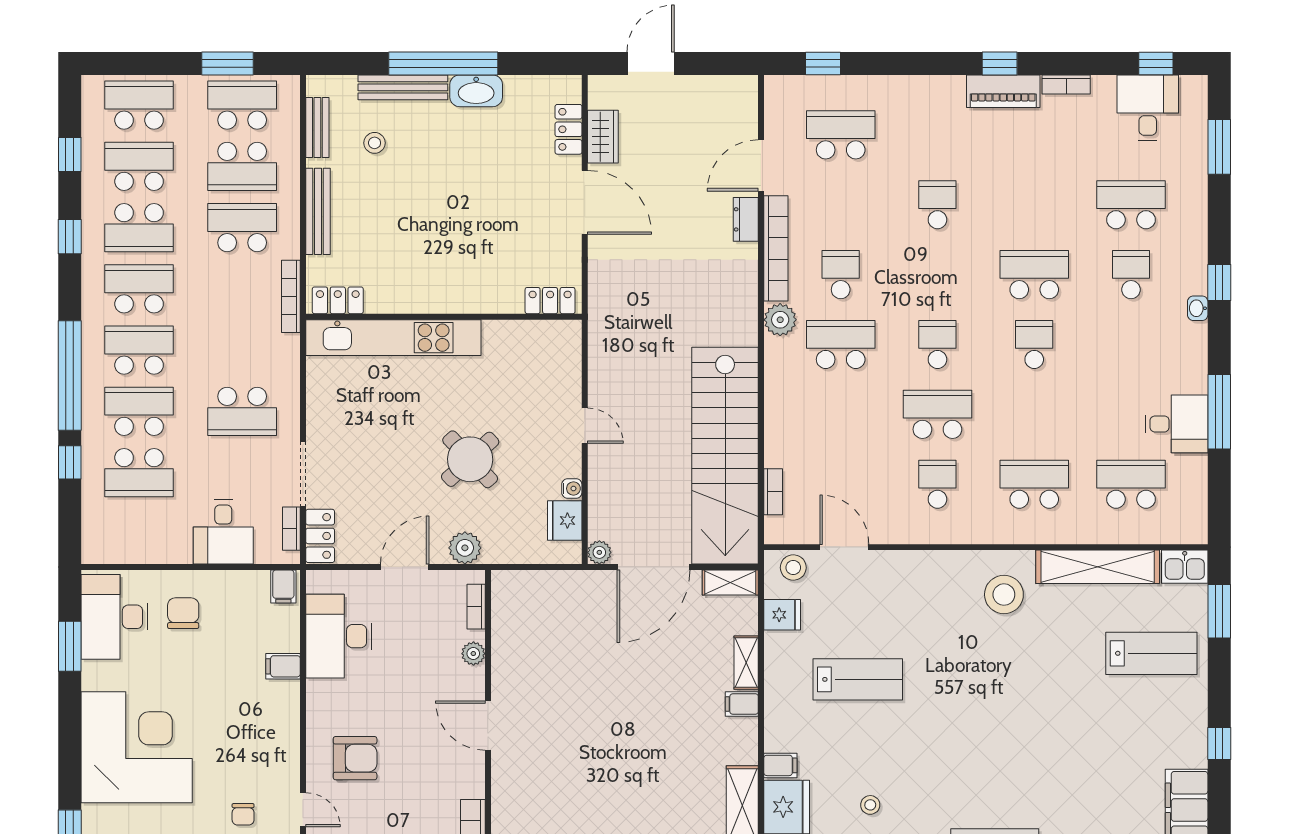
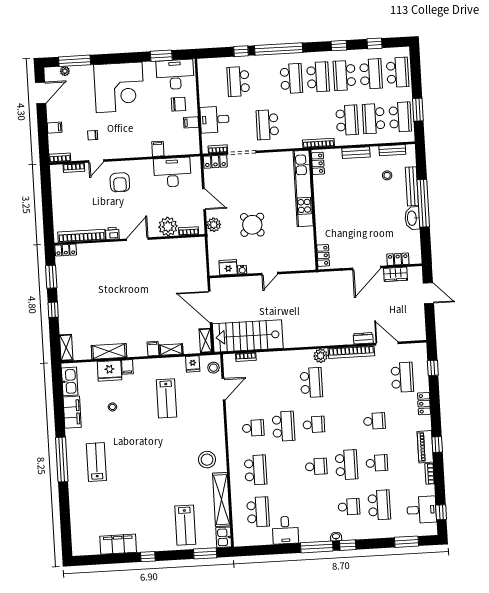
locker: (904, 88) -> (424, 404), added
bench: (318, 211) -> (356, 153), width x0.73
school desk: (841, 275) -> (377, 463), moved
school desk: (139, 411) -> (265, 80), removed
window: (1219, 412) -> (317, 547), moved
stairs: (725, 456) -> (248, 336), width x0.73
plant: (599, 552) -> (215, 283), removed
filing cabinet: (283, 586) -> (191, 122), moved
plant: (473, 654) -> (168, 227), width x1.88, depth x1.88
printer: (471, 782) -> (112, 233), added

